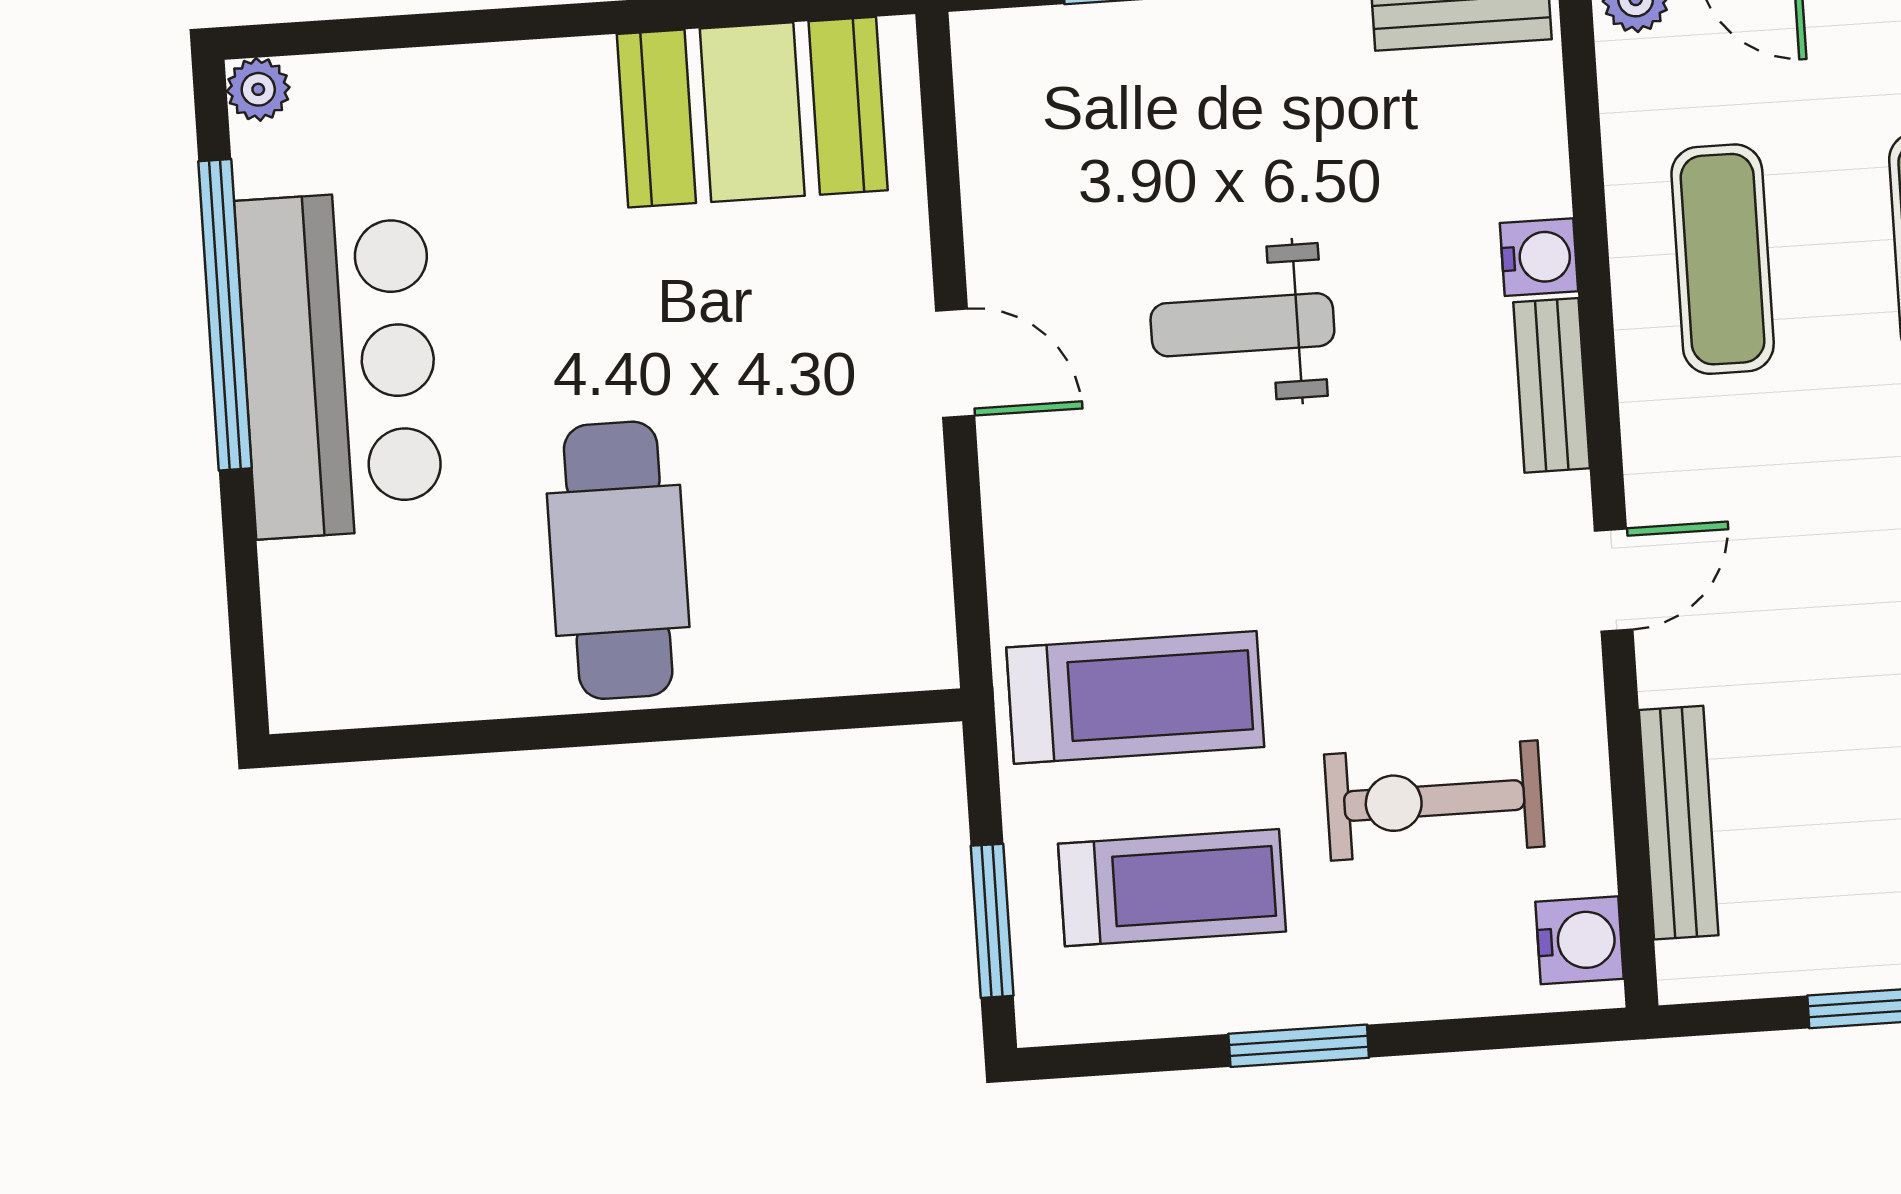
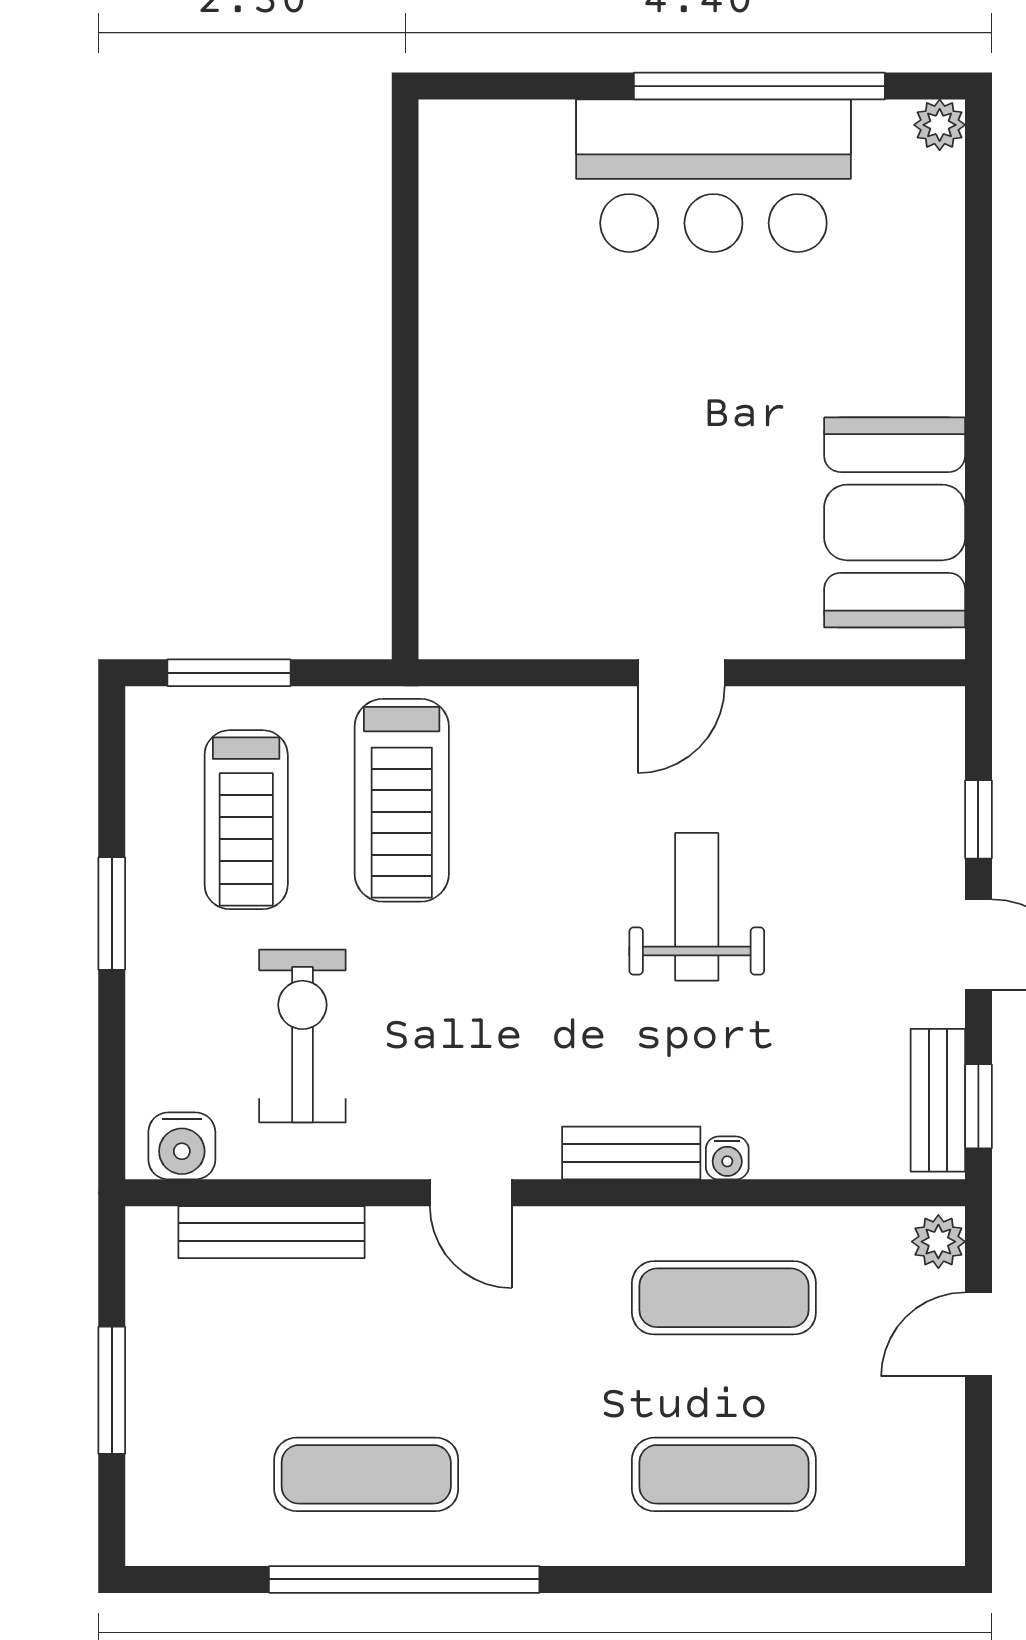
water cooler: (1539, 257) -> (727, 1158), width x0.72, depth x0.72
cafe table: (618, 560) -> (540, 390), removed

